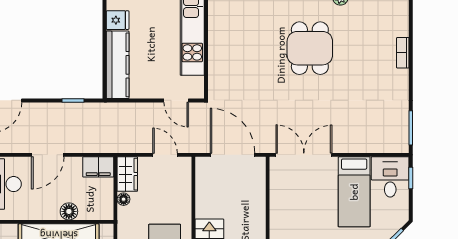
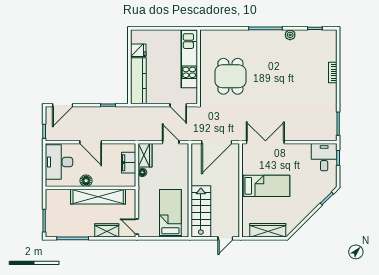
dining table: (310, 48) -> (230, 76), moved
door: (48, 155) -> (91, 142), hinge flipped
door: (233, 155) -> (217, 142), swing flipped
filing cabinet: (98, 167) -> (129, 163), moved, turned 90
bed: (354, 192) -> (266, 186), moved, turned -90
floor lamp: (69, 211) -> (86, 181), moved

